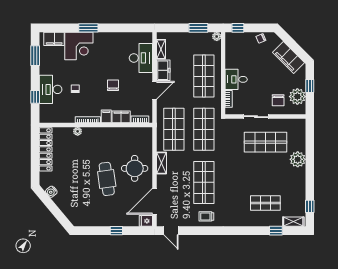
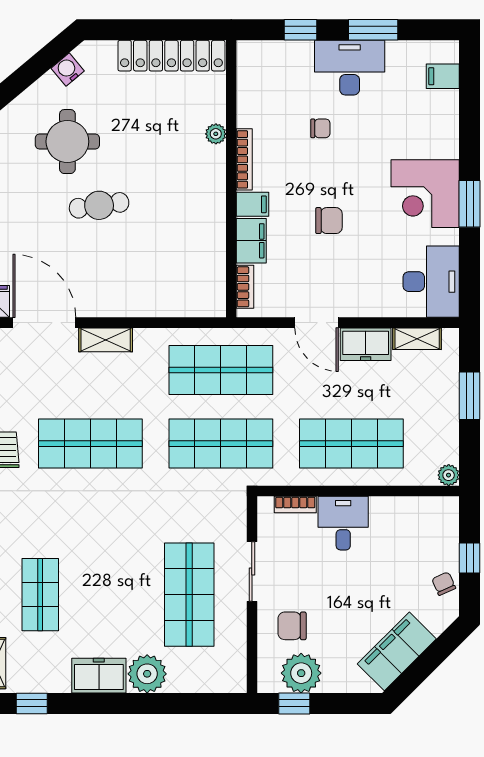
window: (88, 28) -> (470, 204), moved
window: (198, 28) -> (470, 396), moved
window: (238, 28) -> (470, 558), moved
filing cabinet: (54, 39) -> (443, 76), width x0.50
corner desk: (79, 46) -> (425, 194), moved
window: (35, 56) -> (373, 30), moved
desk: (141, 58) -> (431, 282), moved, turned -90
window: (310, 86) -> (294, 703), moved
desk: (51, 89) -> (350, 68), moved
shelving: (162, 163) -> (106, 340), moved
round table: (135, 168) -> (67, 142), moved
cafe table: (107, 179) -> (99, 205), width x0.73, depth x0.74
freezer: (298, 179) -> (99, 676), added

